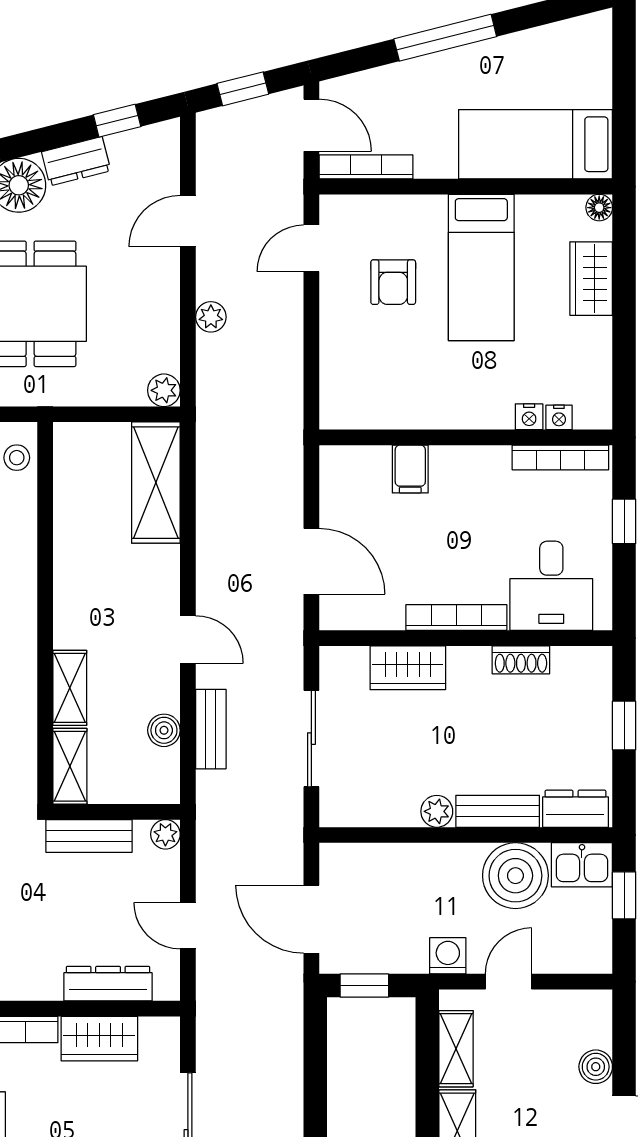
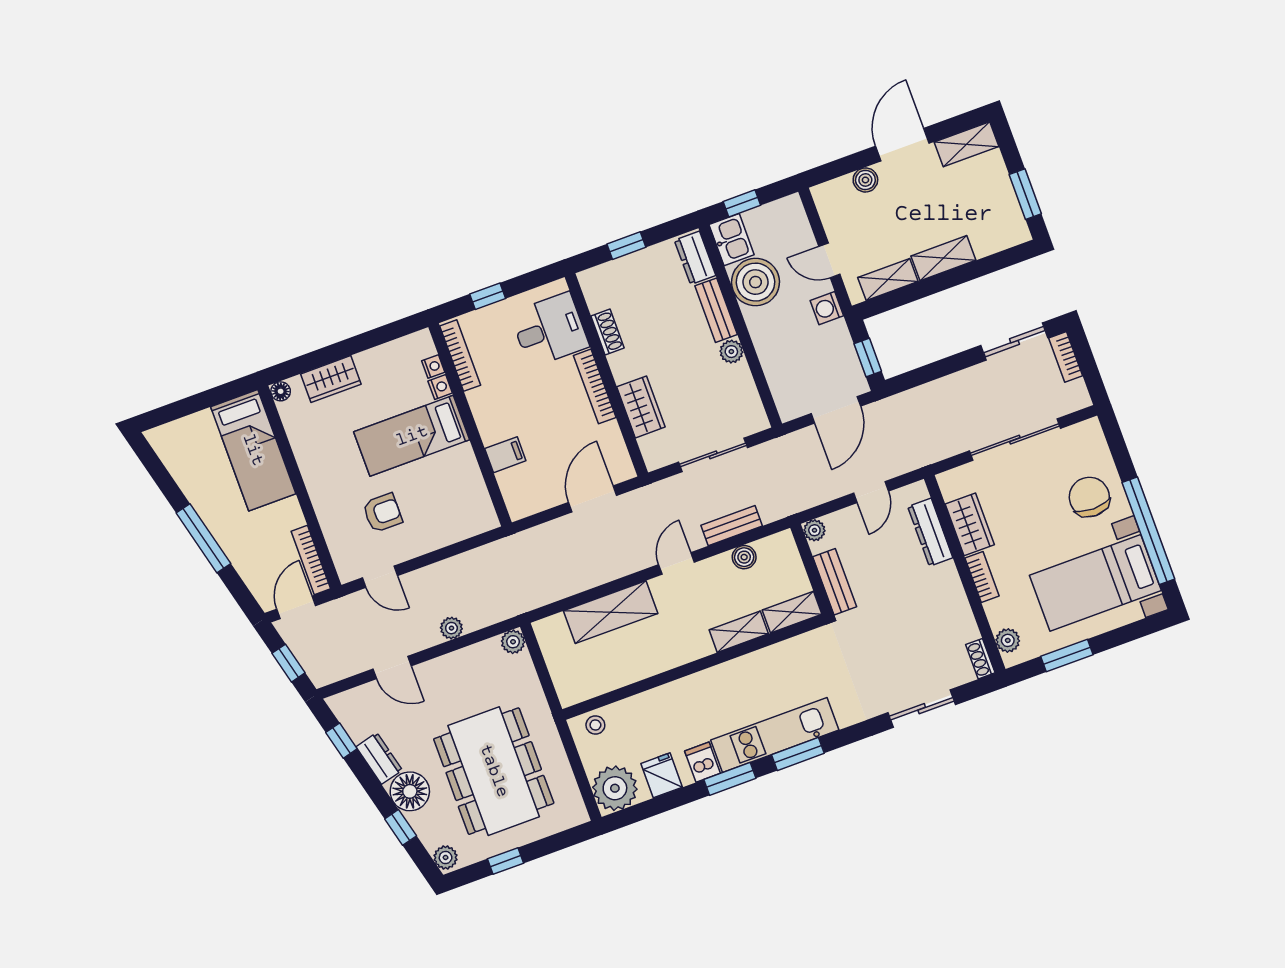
bed: (481, 267) -> (412, 436), moved, turned 180
shelving: (156, 483) -> (611, 612), moved

